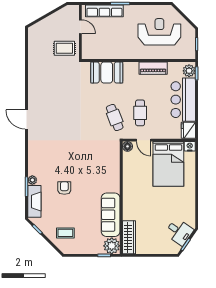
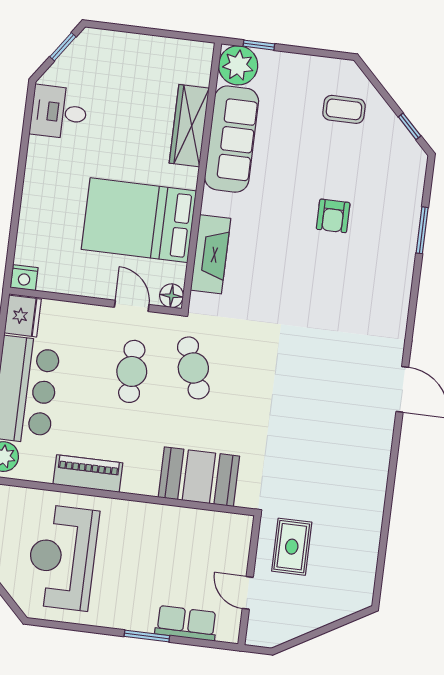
row of seats: (104, 11) -> (186, 623), width x0.68
reception desk: (159, 32) -> (62, 557), turned 90
rug: (64, 48) -> (292, 547), turned 90
bed: (168, 164) -> (139, 220), moved, turned -90
plant: (32, 180) -> (406, 244), removed
fireplace: (34, 201) -> (211, 254), moved, turned 180
desk: (179, 232) -> (59, 112), moved, turned -35
wardrobe: (129, 237) -> (189, 126), moved

